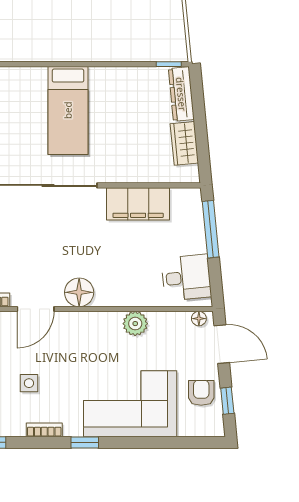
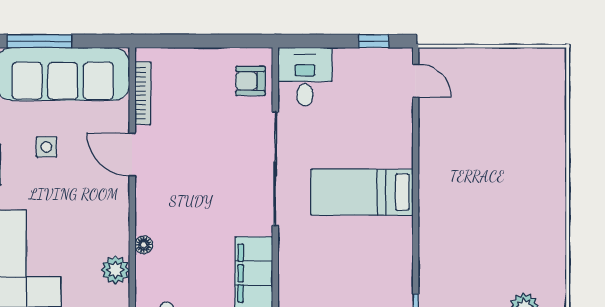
floor lamp: (79, 292) -> (144, 245), moved, width x0.53, depth x0.53

